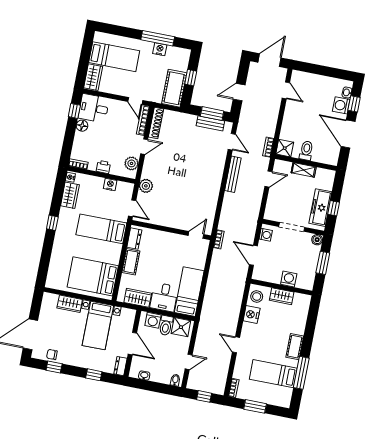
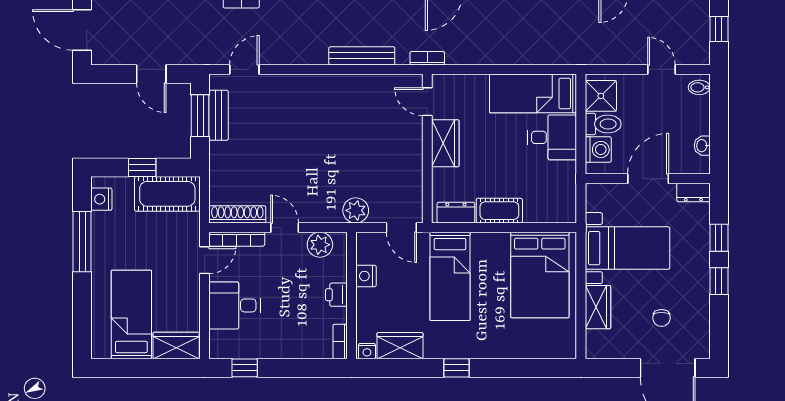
nightstand: (160, 49) -> (101, 199), moved
desk: (94, 108) -> (235, 305), moved, turned 90
floor lamp: (82, 126) -> (269, 348), removed
bench: (233, 174) -> (362, 56), moved
door: (132, 208) -> (401, 228), swing flipped
wardrobe: (138, 298) -> (445, 143), moved, turned 180
chair: (52, 354) -> (661, 318), moved
window: (54, 367) -> (719, 281), moved

